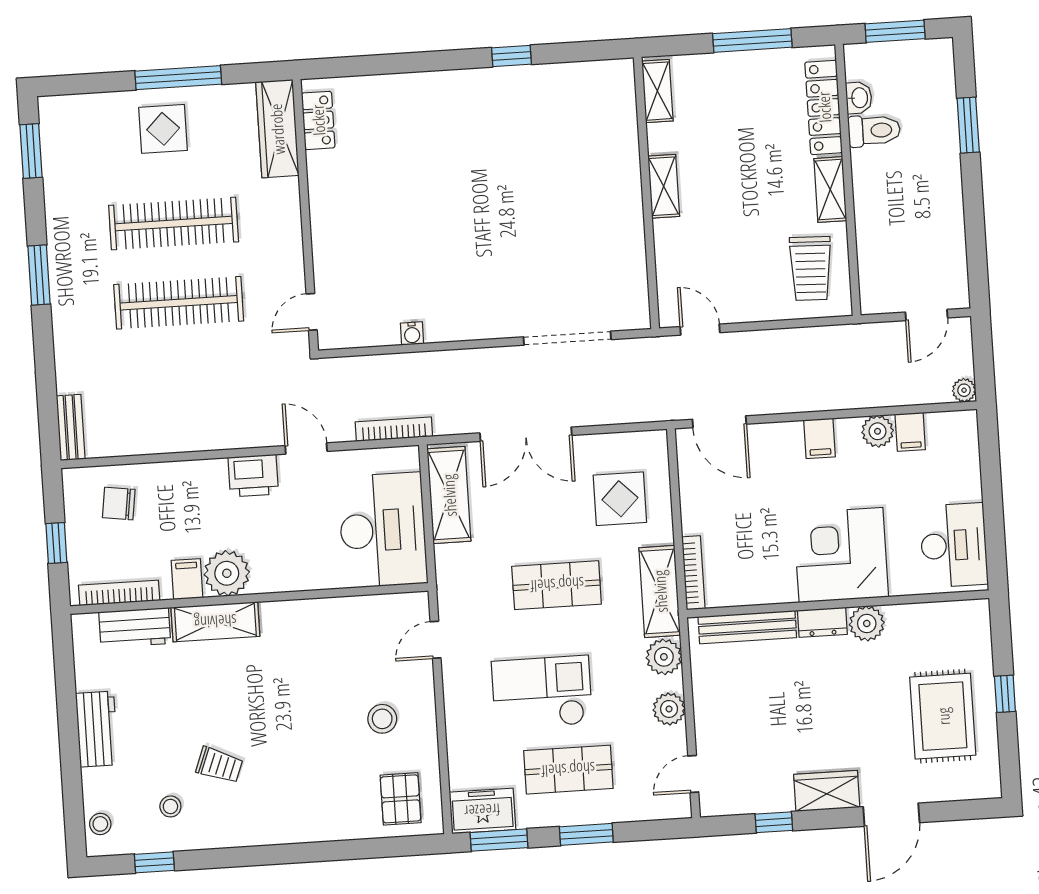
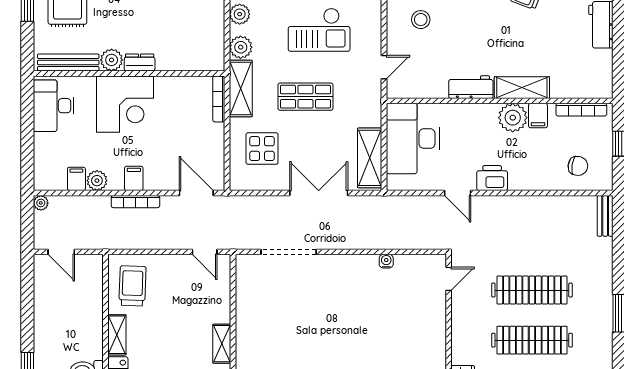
door: (927, 315) -> (61, 252), swing flipped
bookcase: (394, 429) -> (135, 202), moved
bench: (747, 627) -> (68, 62), moved
workbench: (135, 628) -> (471, 87), moved

